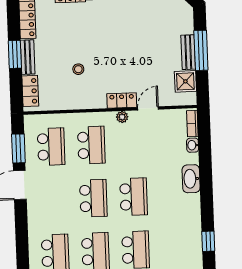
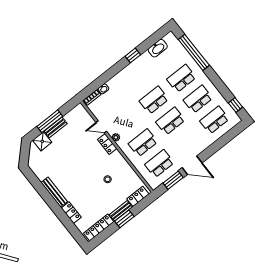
shower: (185, 81) -> (42, 141), moved
washbasin: (191, 179) -> (158, 48), moved
window: (208, 241) -> (133, 55), moved

